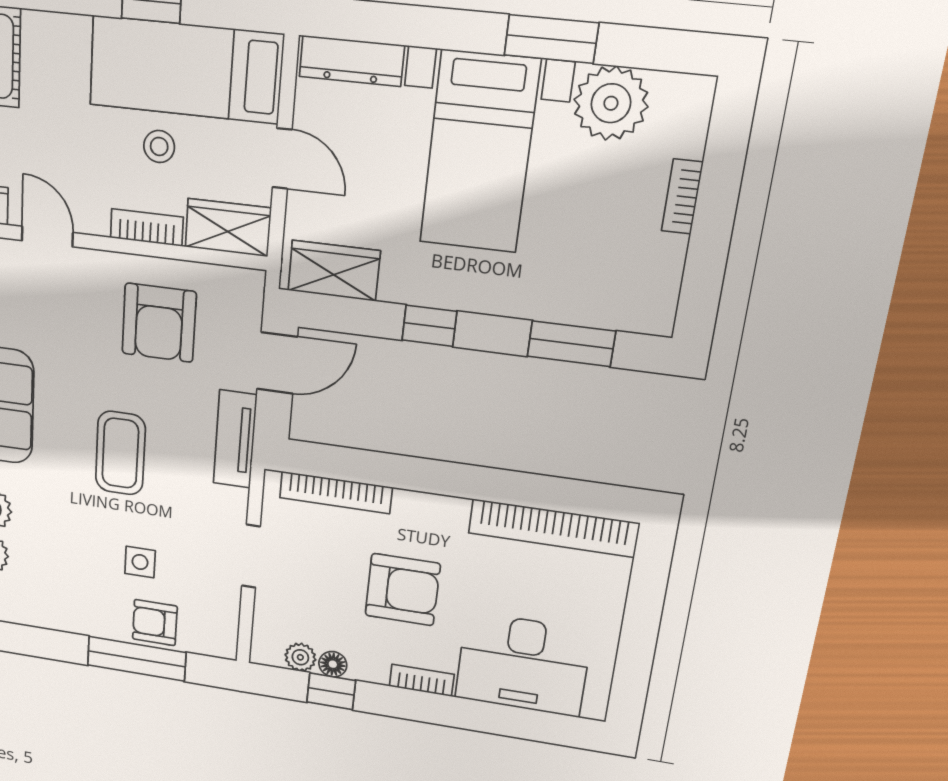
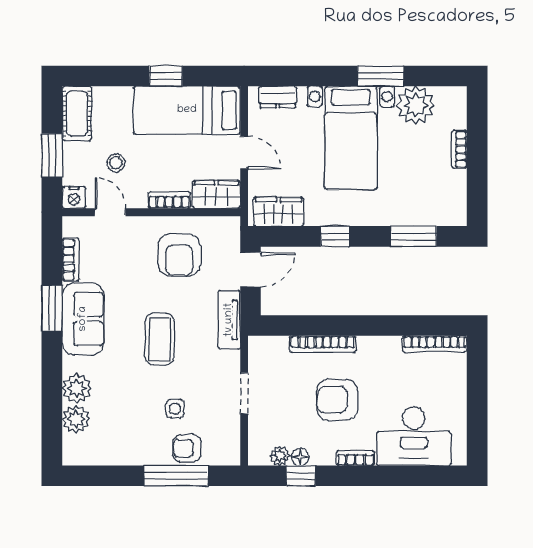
dresser: (352, 61) -> (278, 97), width x0.70
stool: (159, 146) -> (116, 163), moved
bookcase: (336, 492) -> (323, 344), moved
bookcase: (553, 528) -> (435, 344), width x0.68, depth x0.76
armchair: (403, 590) -> (337, 400), turned 180

